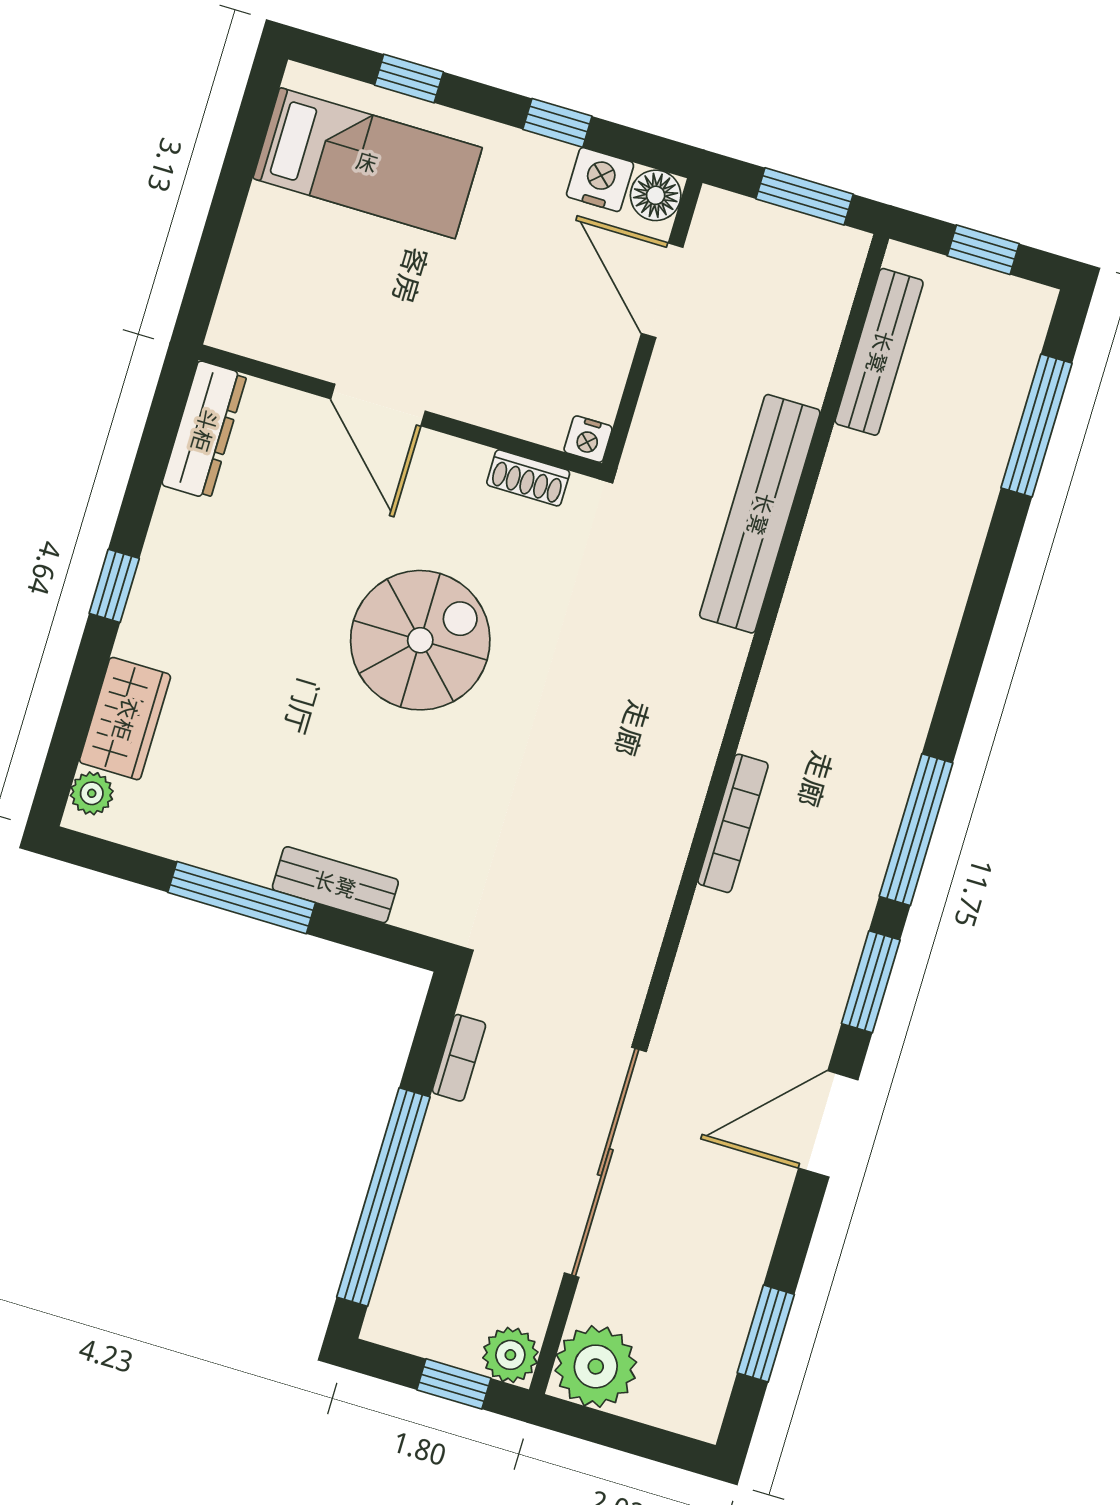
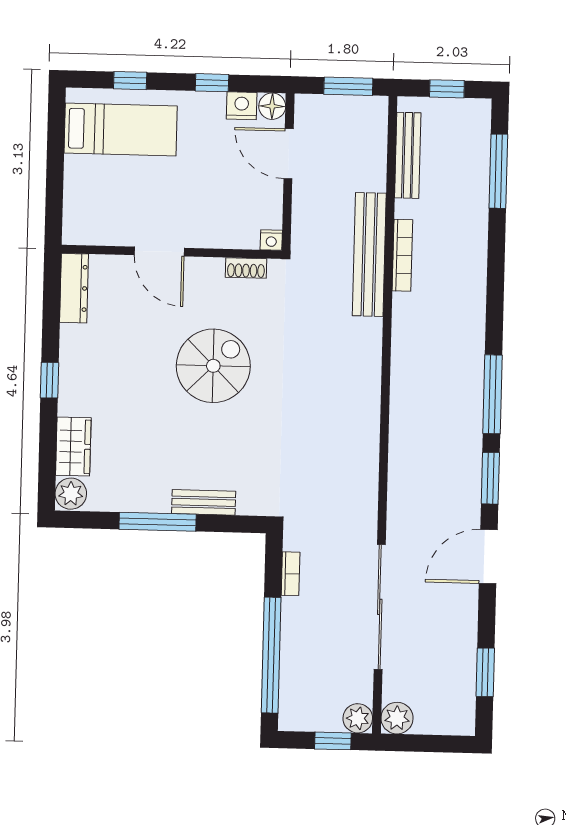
plant: (92, 793) -> (71, 494), width x1.38, depth x1.38
bookcase: (733, 823) -> (402, 255), moved
plant: (596, 1366) -> (397, 718), width x0.73, depth x0.73

